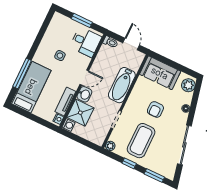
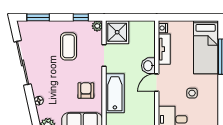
armchair: (155, 109) -> (86, 91), moved
shower: (80, 113) -> (117, 32), moved
washing machine: (69, 125) -> (150, 27), removed
coffee table: (141, 141) -> (69, 46), width x0.73, depth x0.76
window: (129, 163) -> (81, 17), moved

